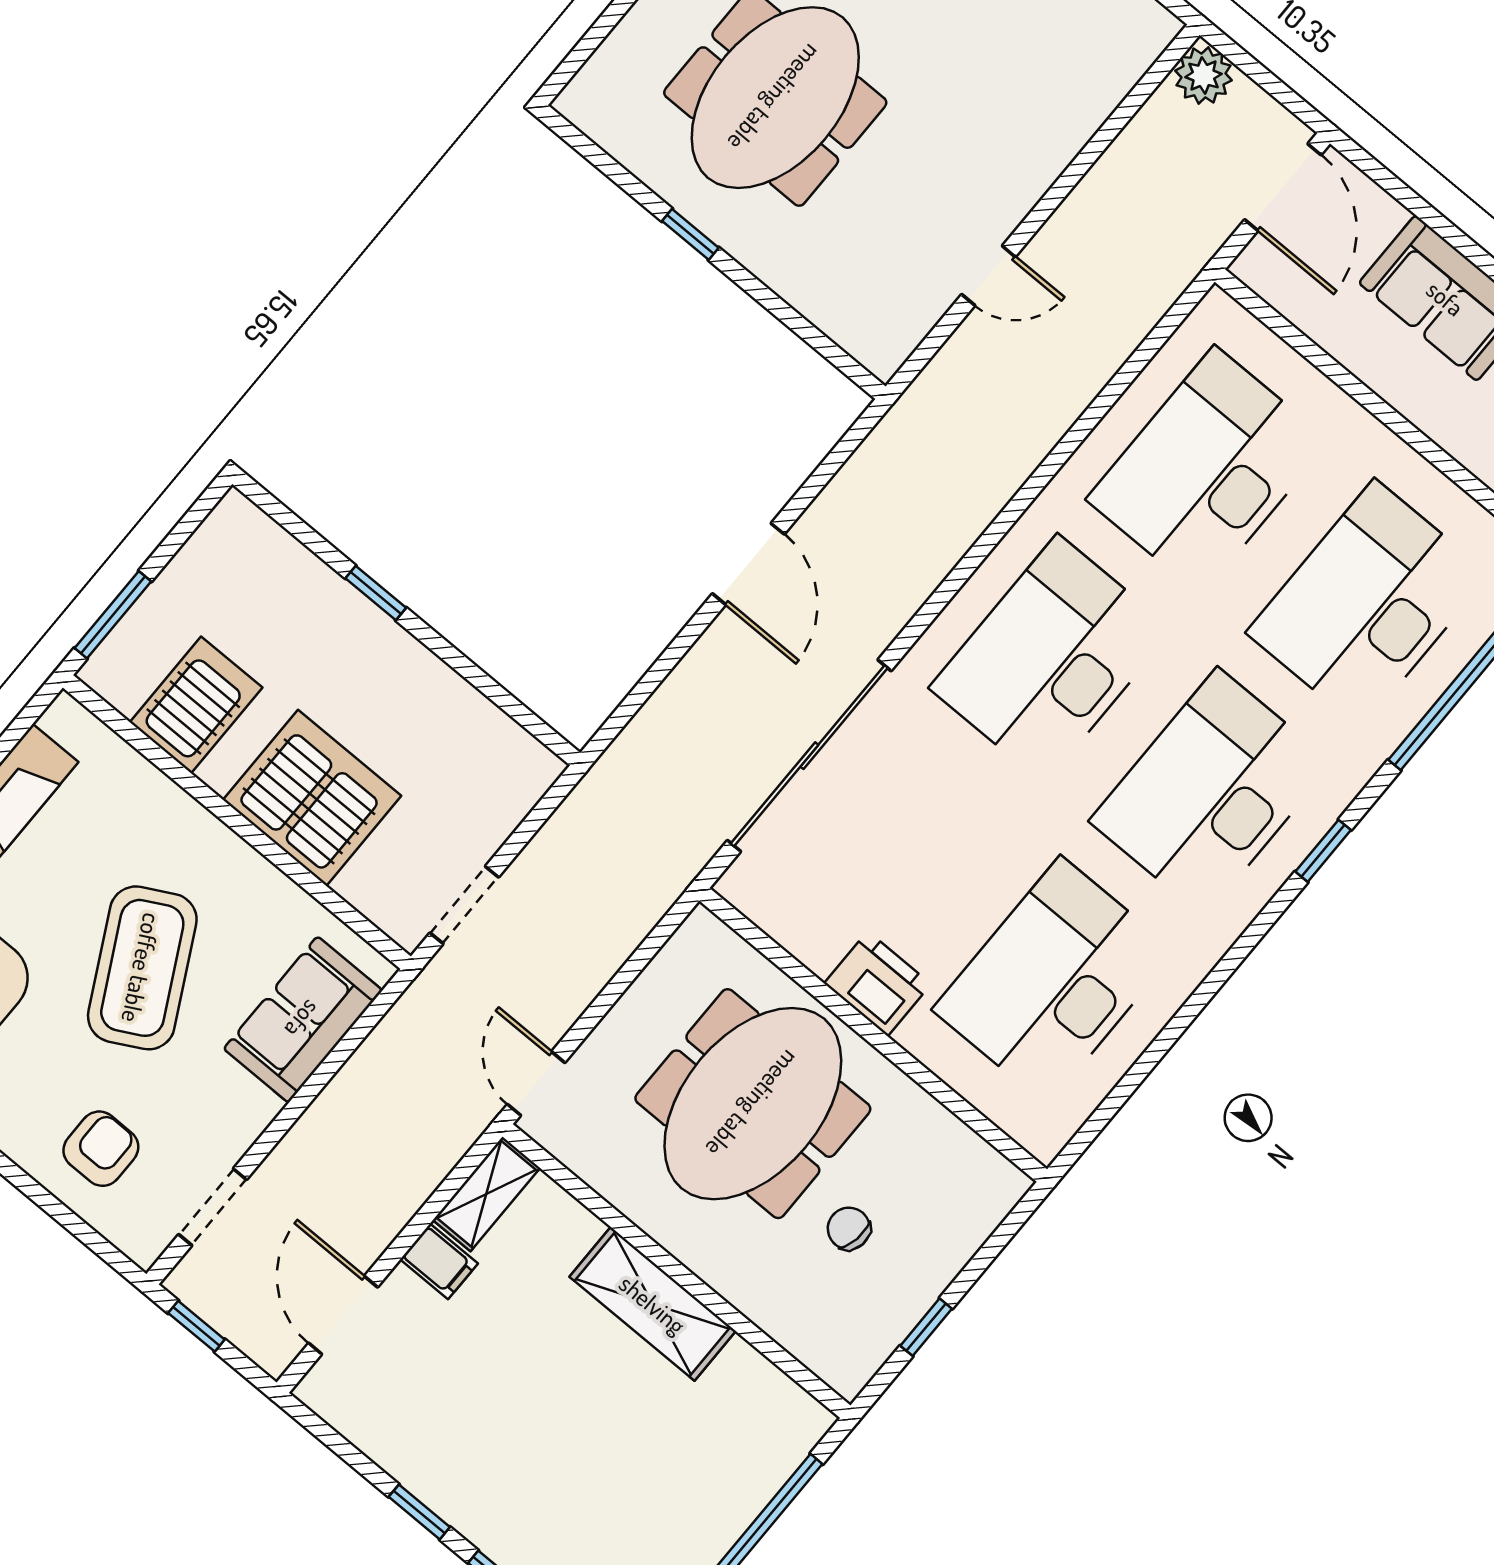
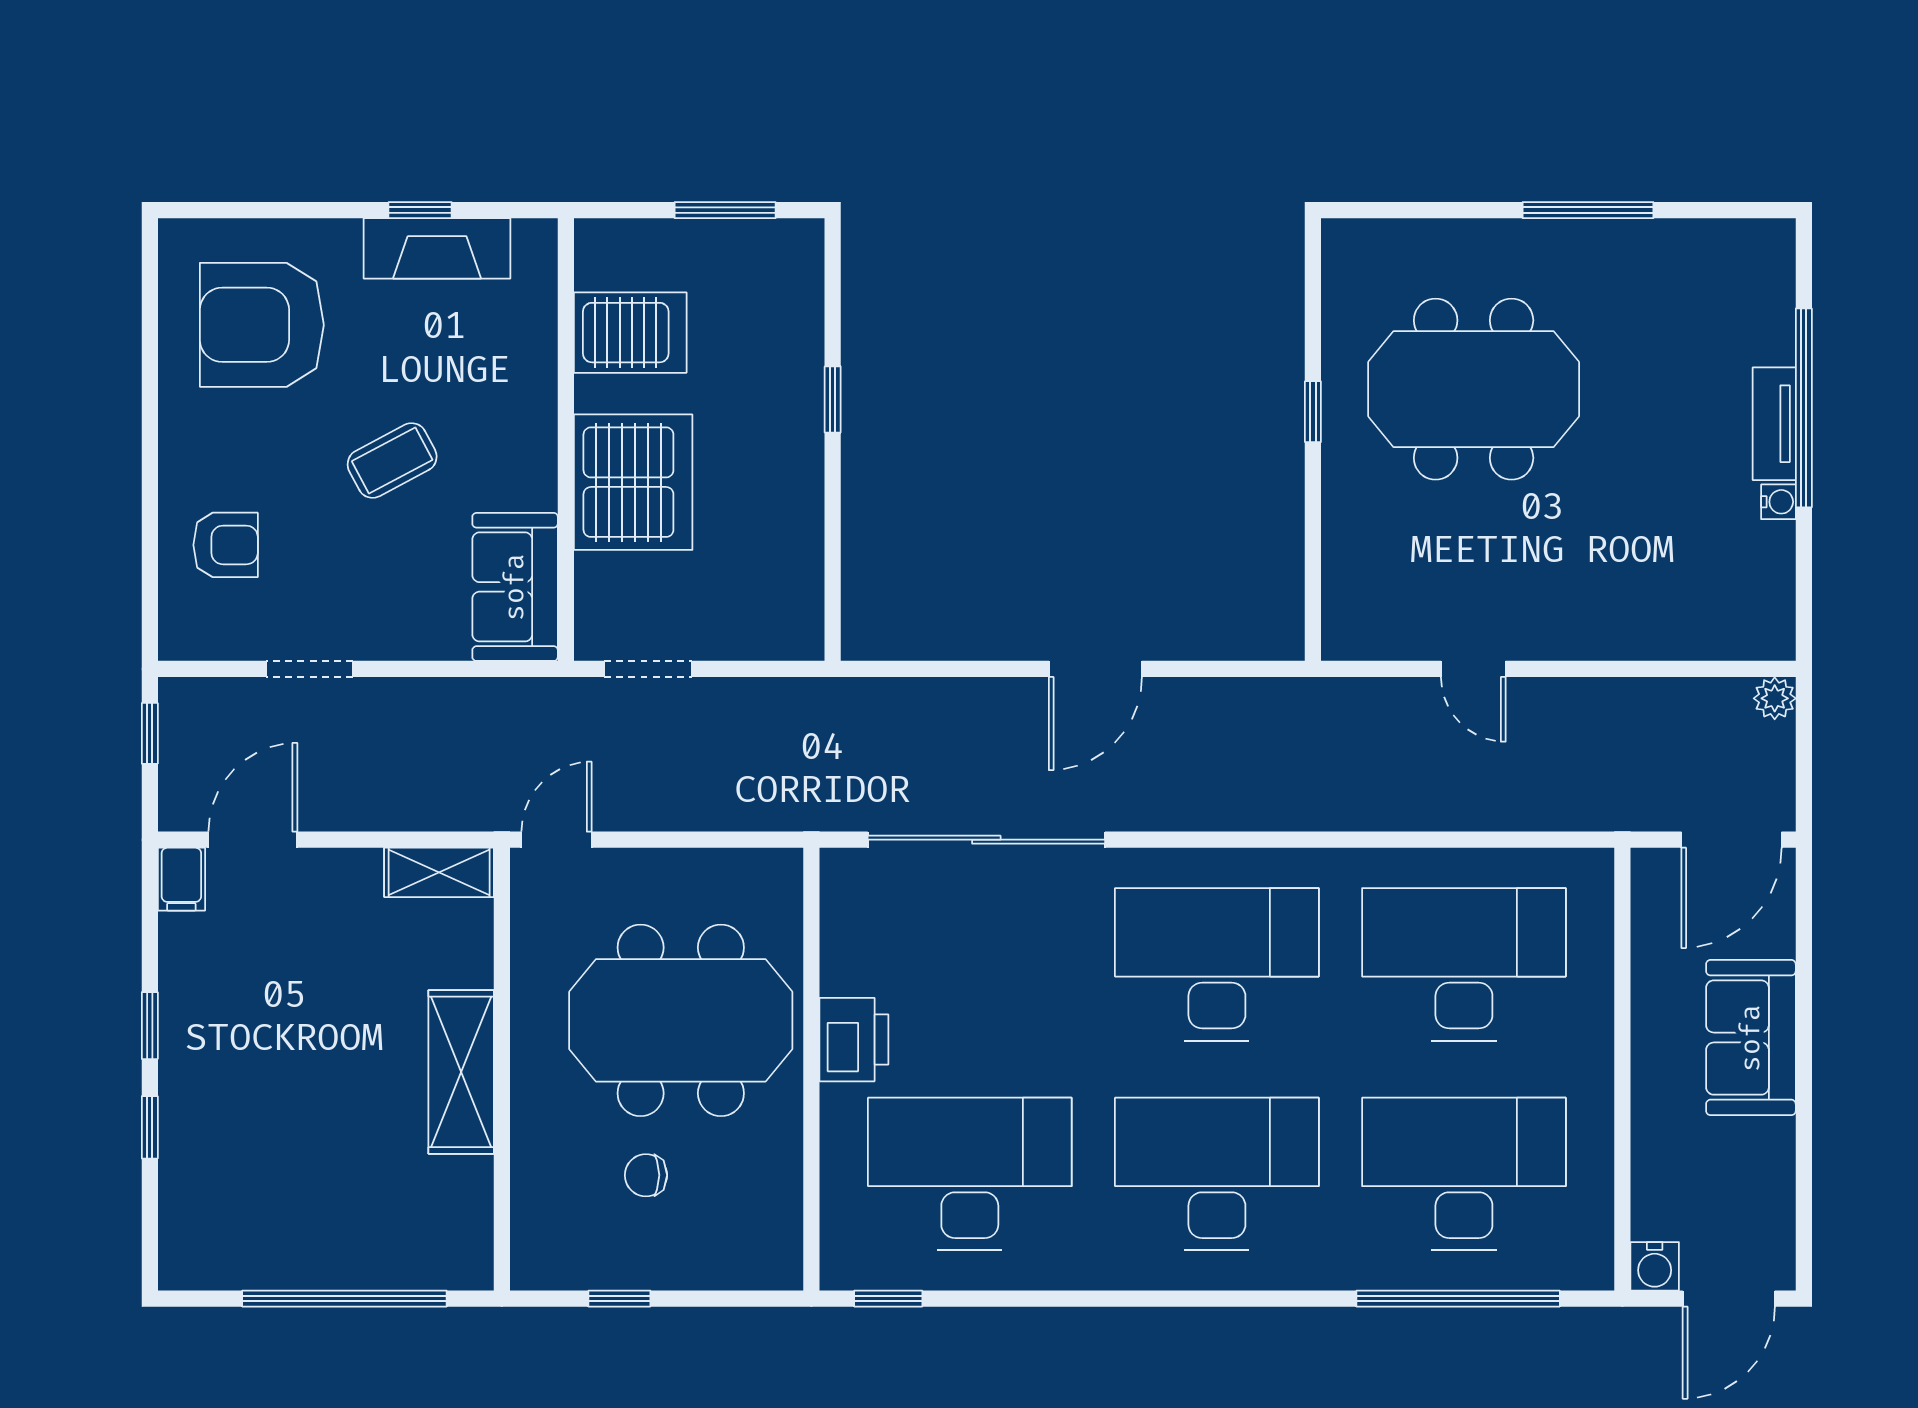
plant: (1203, 75) -> (1775, 698), width x0.73, depth x0.73
window: (113, 615) -> (725, 210), moved
window: (1323, 851) -> (888, 1299), moved
coffee table: (142, 968) -> (392, 460), width x0.54, depth x0.58
sofa: (303, 1020) -> (515, 587), moved, turned -90
doorway: (213, 1207) -> (309, 669), moved
chair: (849, 1229) -> (646, 1175), turned -99
filing cabinet: (439, 1261) -> (181, 879), moved

